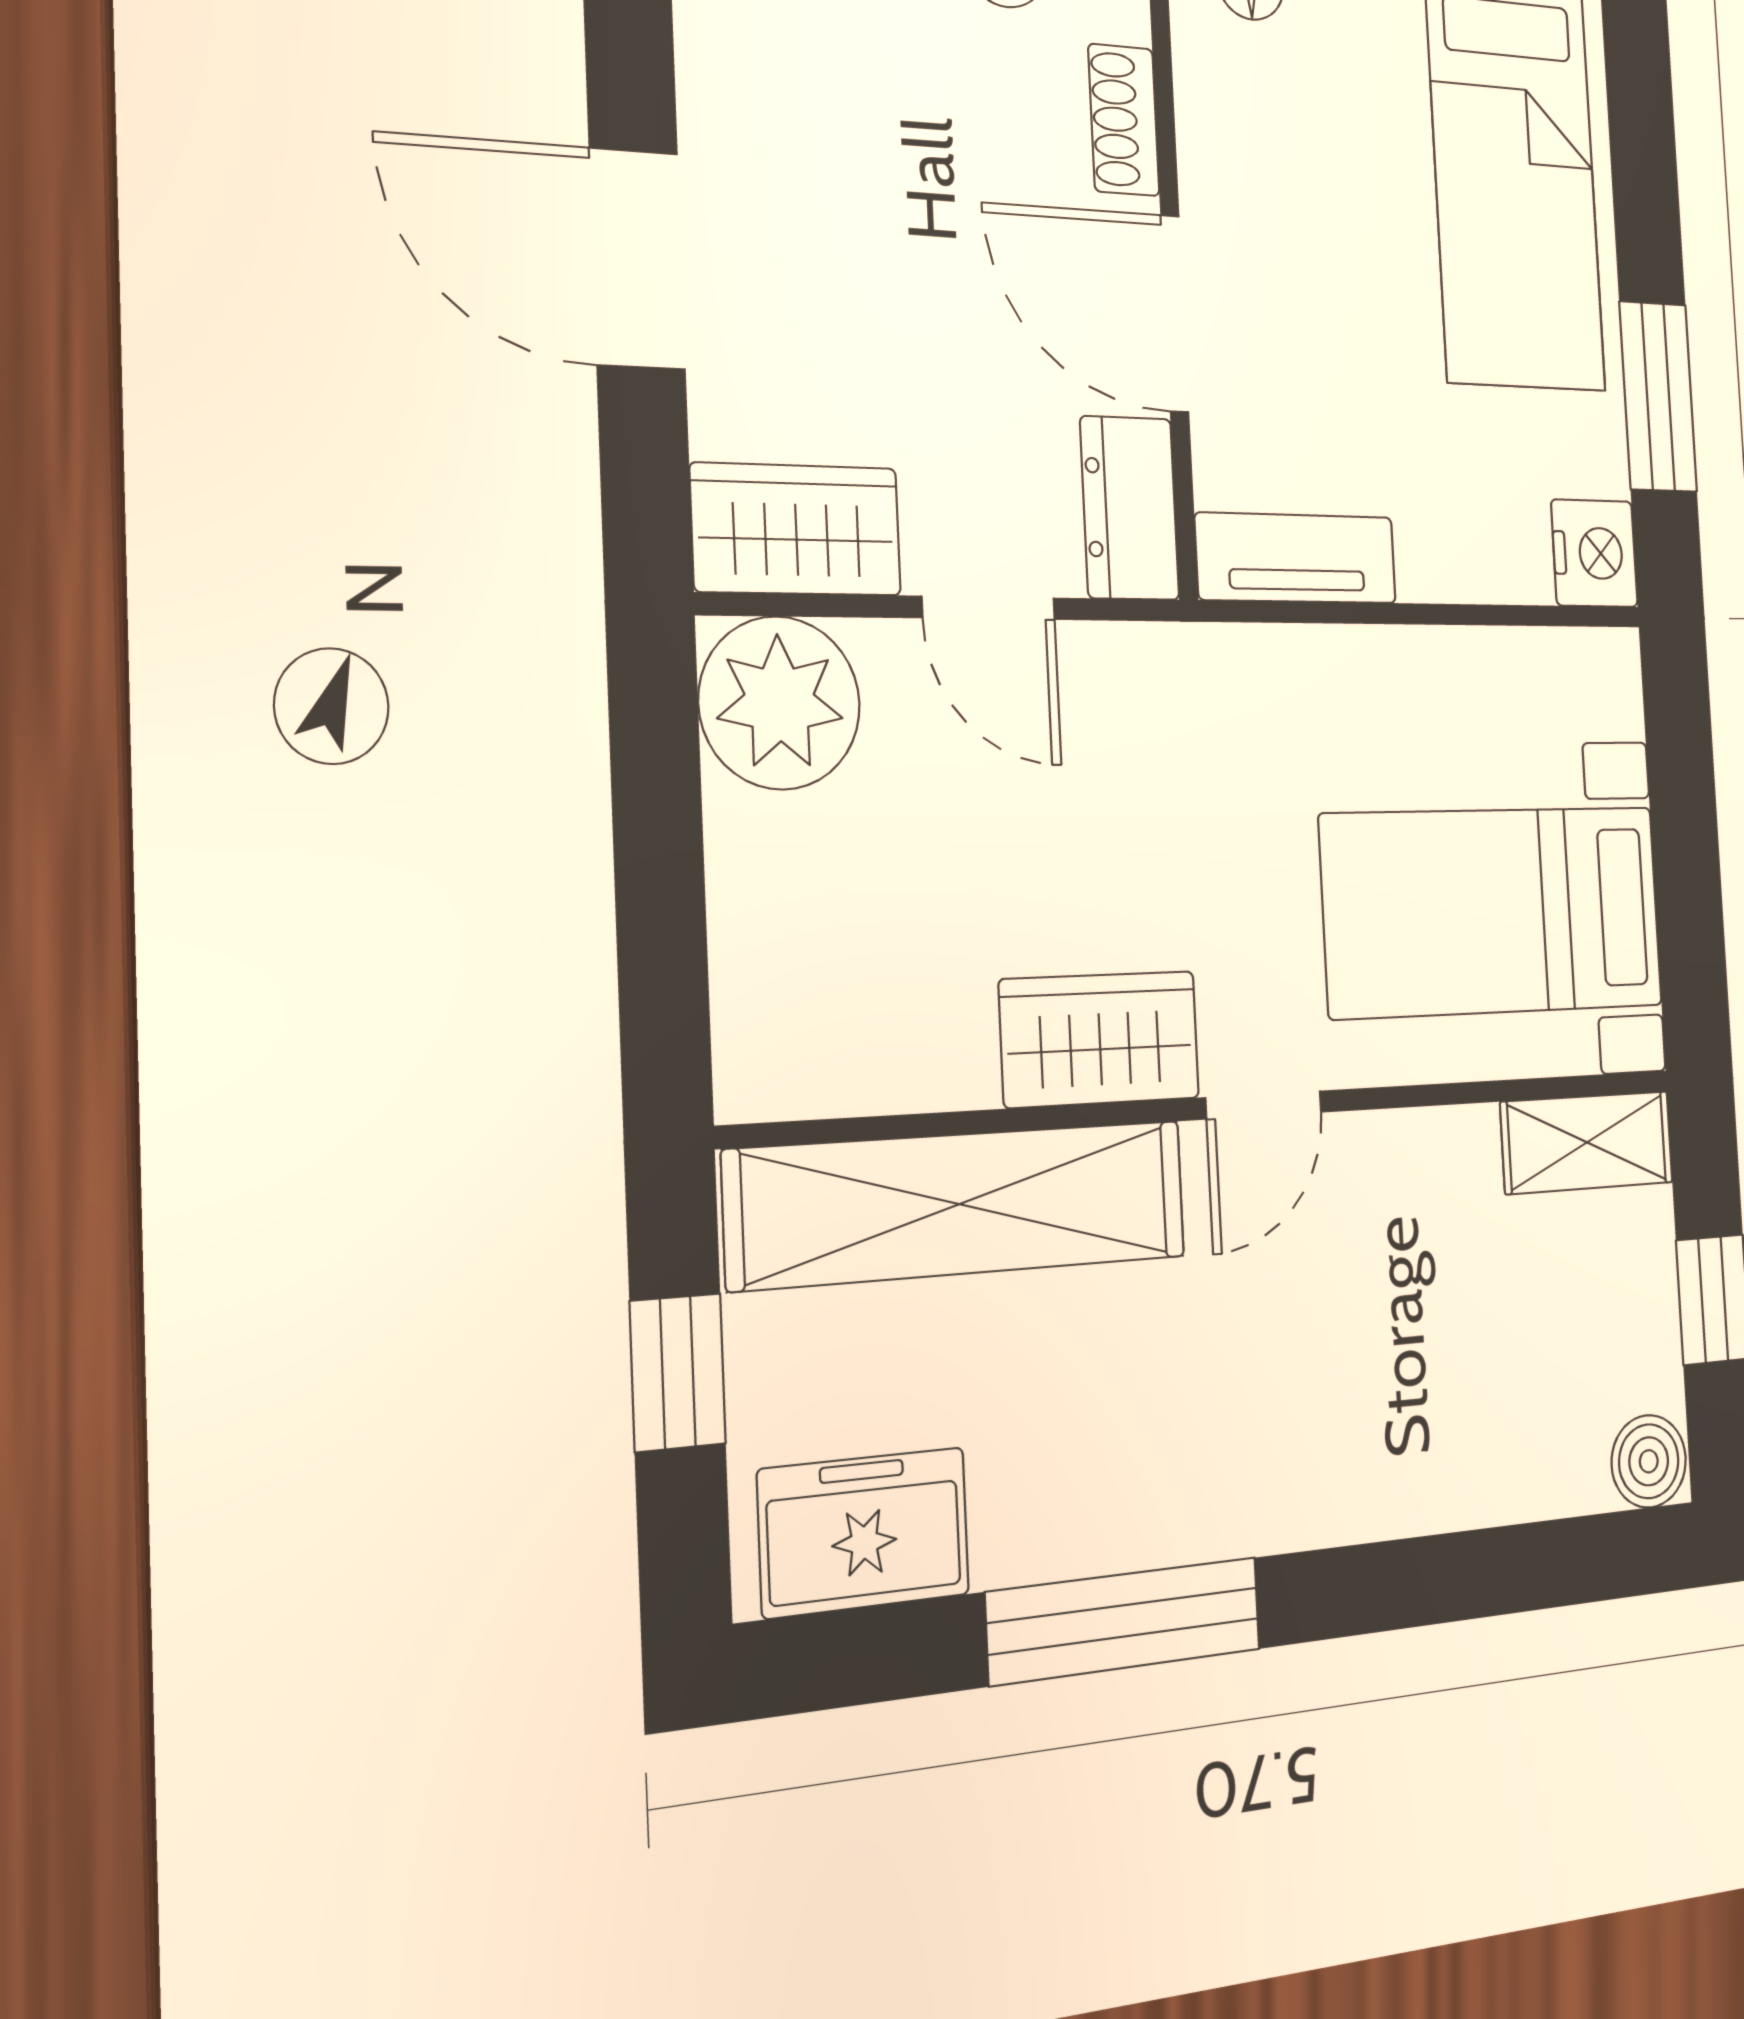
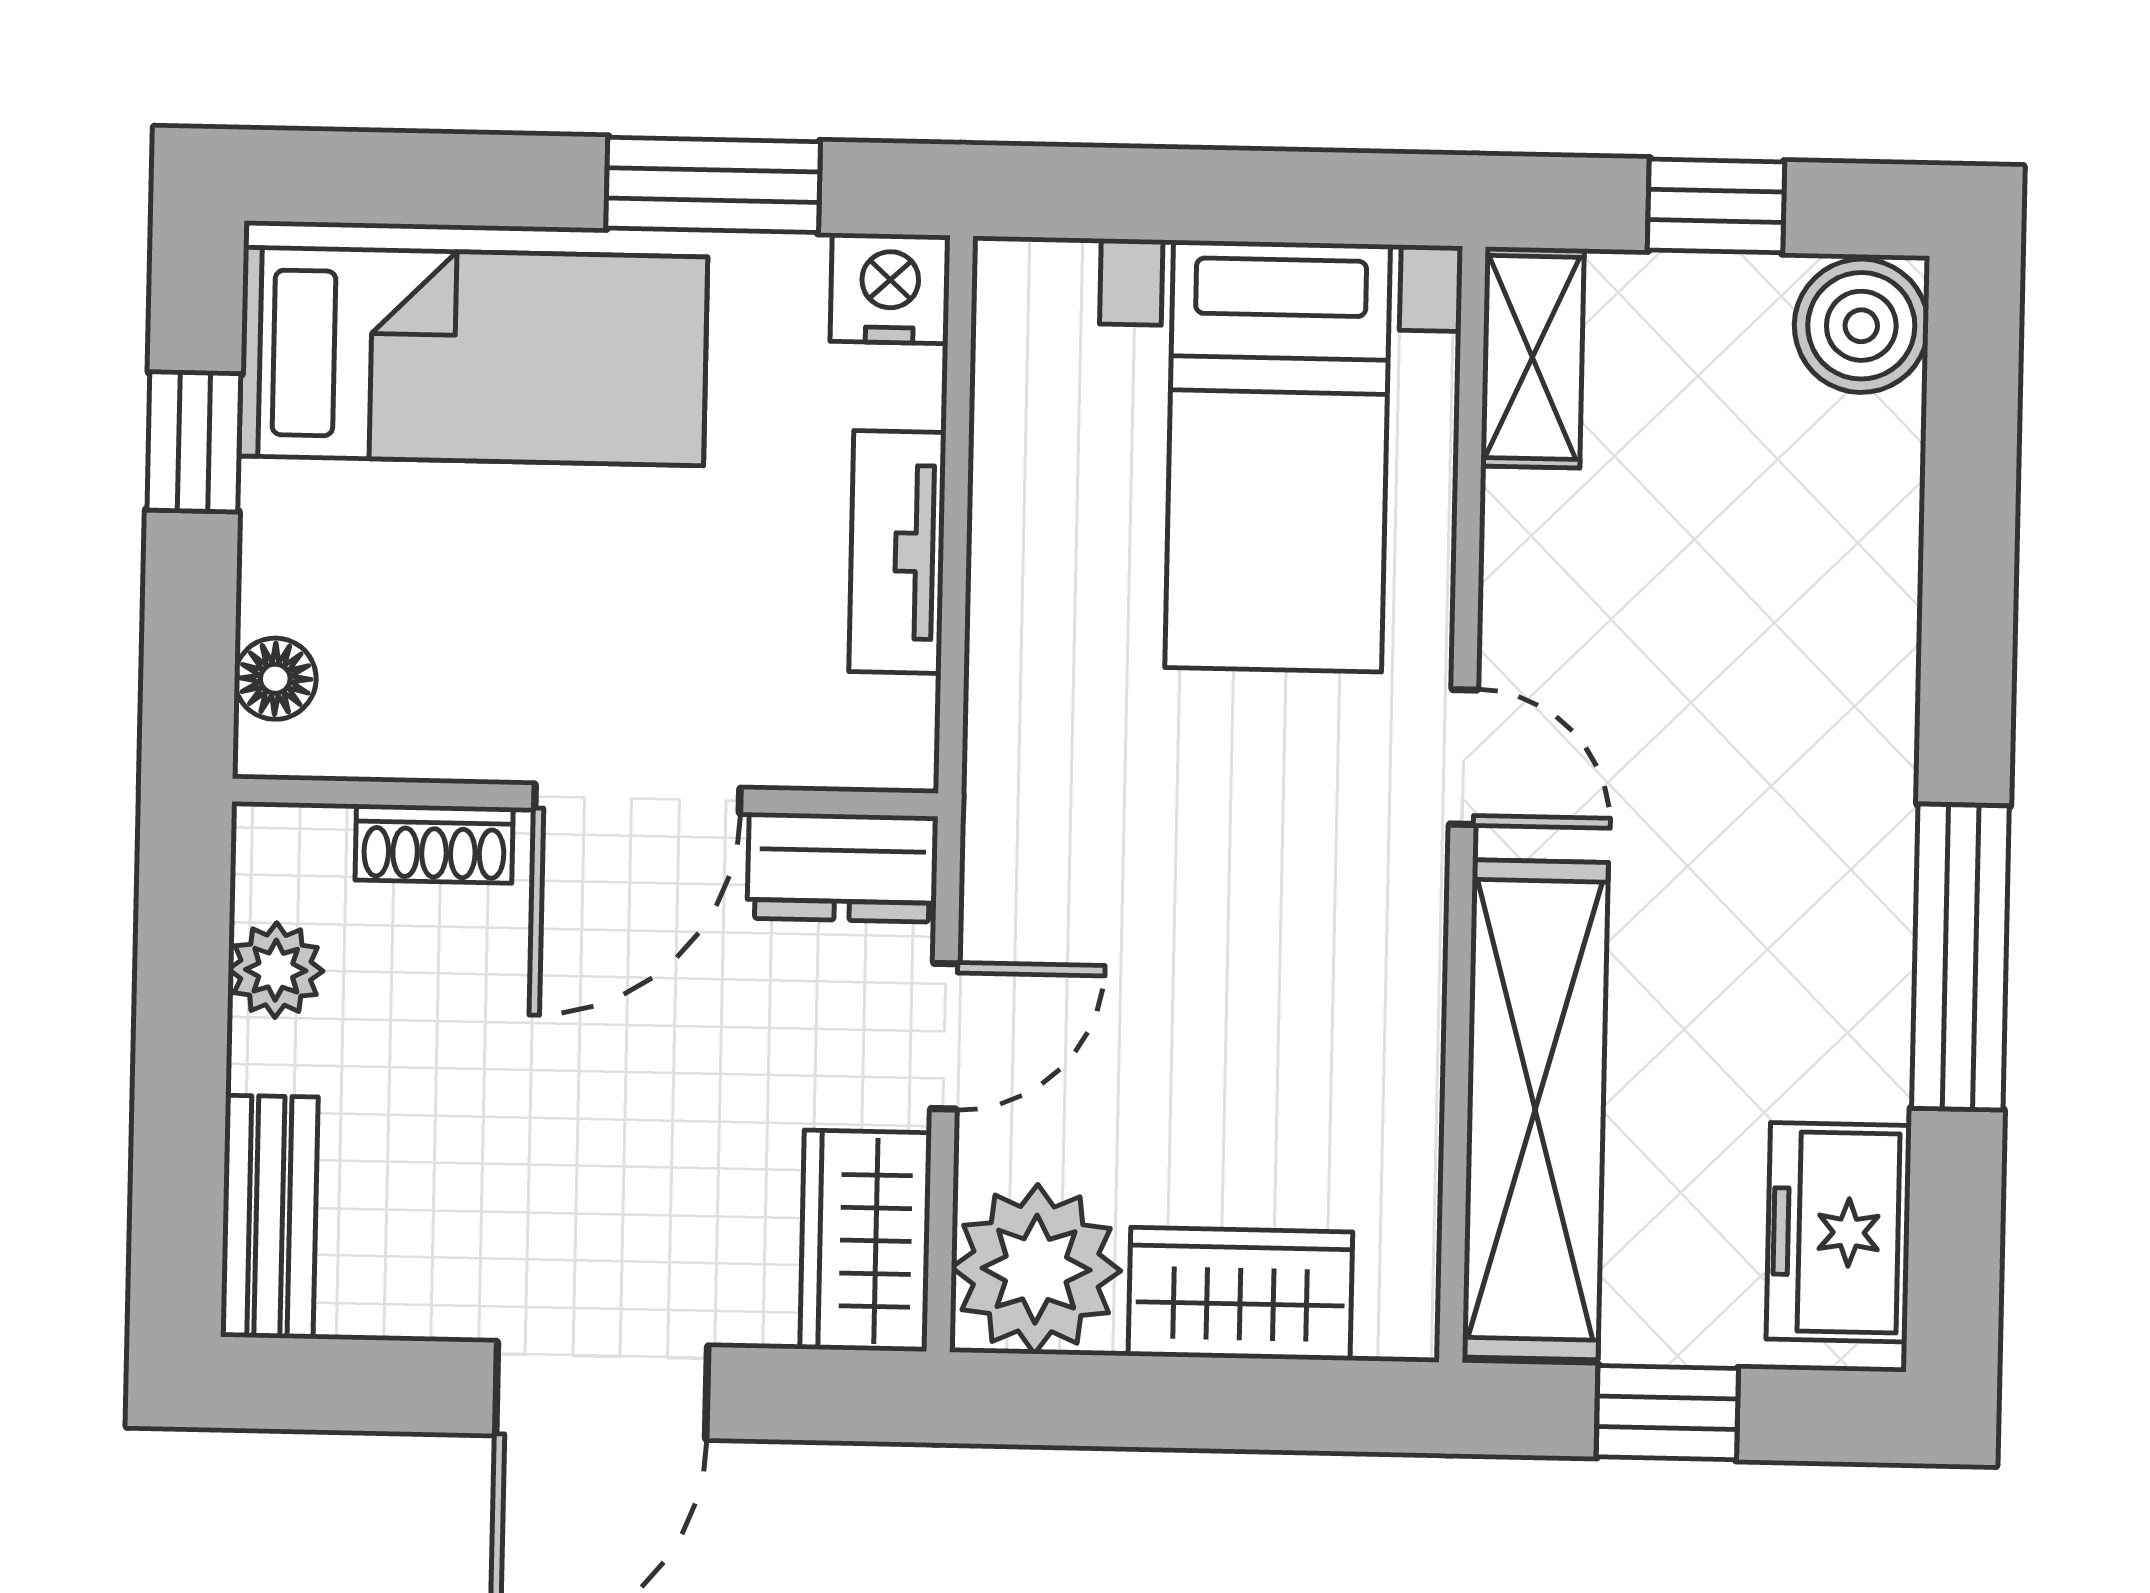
tv unit: (1296, 558) -> (897, 552), moved
wardrobe: (1100, 1039) -> (1240, 1294), moved, turned 90
boiler: (1649, 1461) -> (1861, 326), width x1.36, depth x1.36

